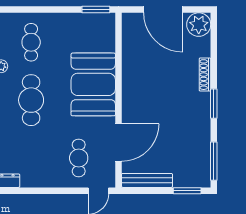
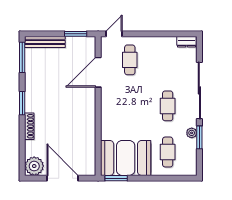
booth: (93, 84) -> (126, 158), moved, turned 90
cafe table: (31, 100) -> (168, 106), width x0.73, depth x0.74
bench: (147, 180) -> (45, 42), moved
window: (187, 191) -> (76, 34), moved

